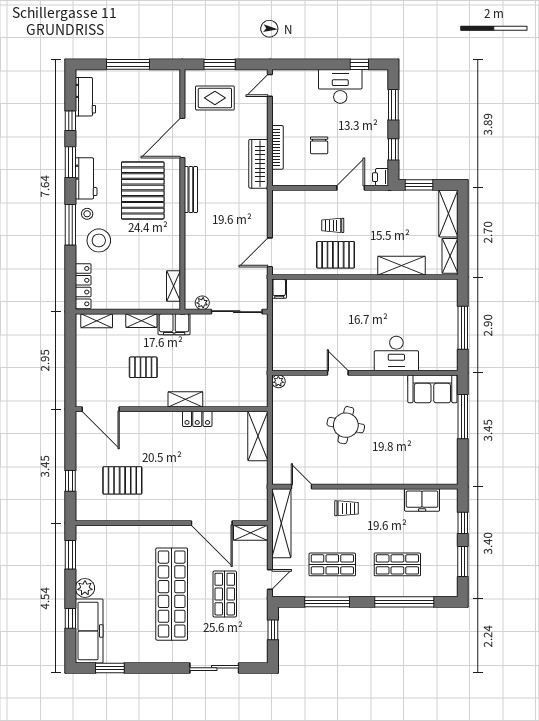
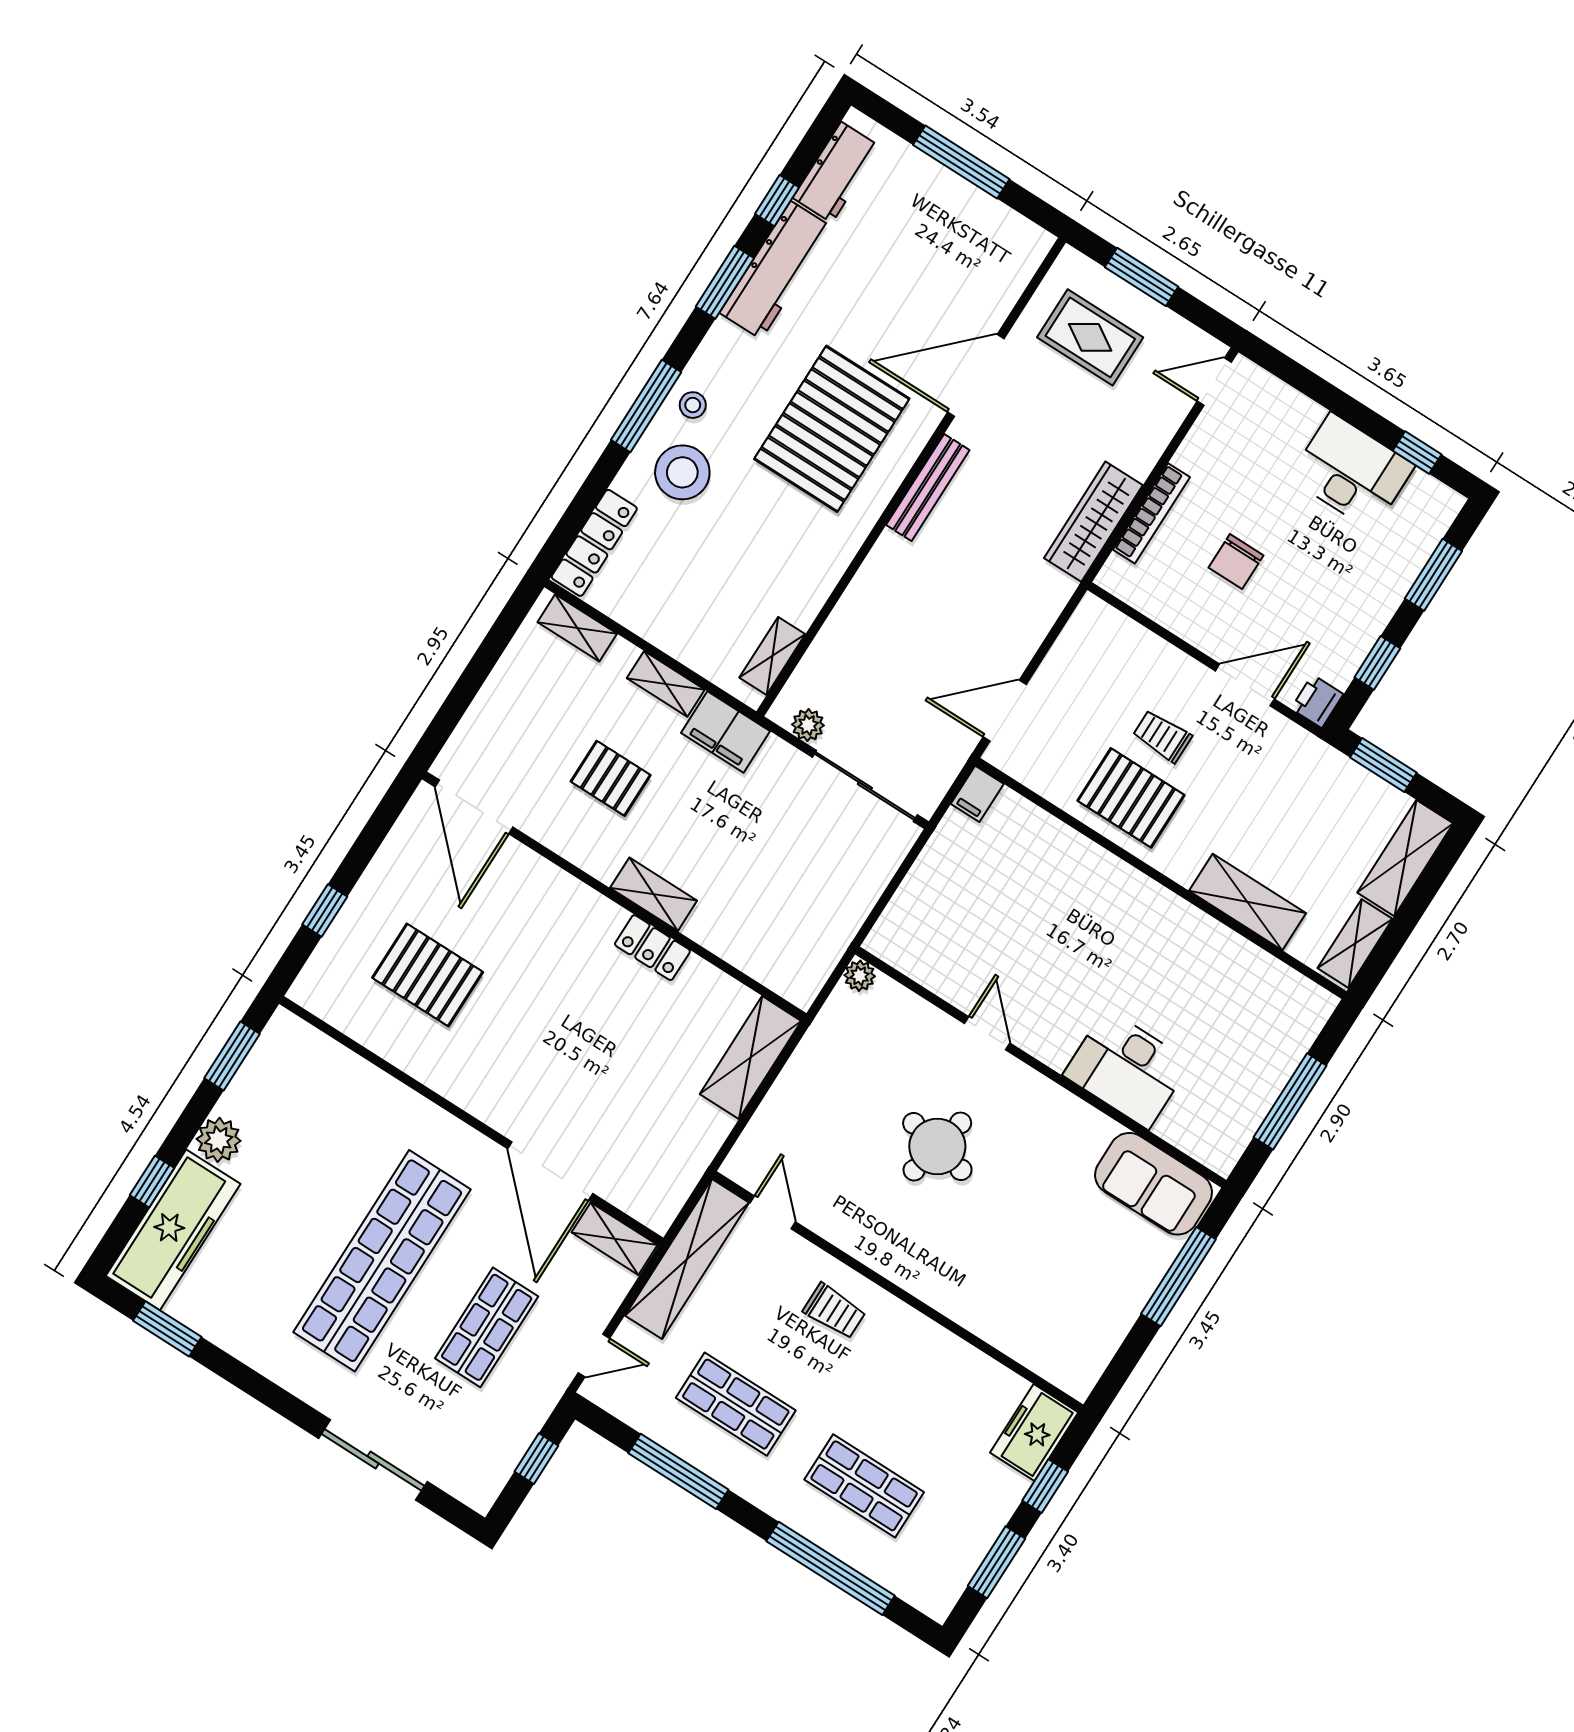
workbench: (86, 178) -> (776, 270), moved, width x1.38
freezer: (422, 500) -> (1034, 1432), moved, turned 90

